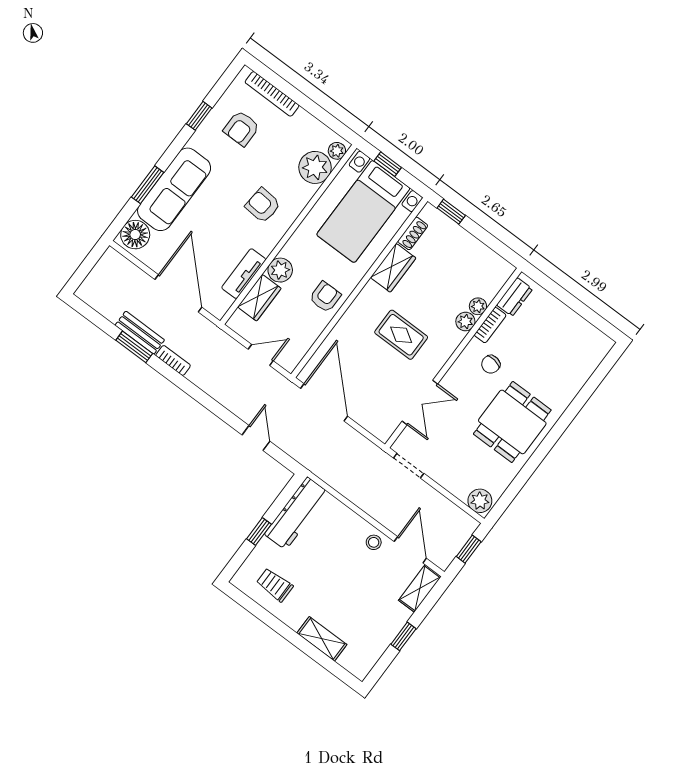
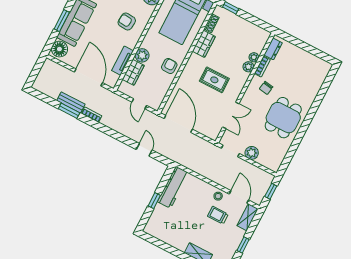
door: (261, 355) -> (139, 104), swing flipped
plant: (480, 501) -> (252, 153), moved
trolley: (275, 585) -> (218, 215), moved

